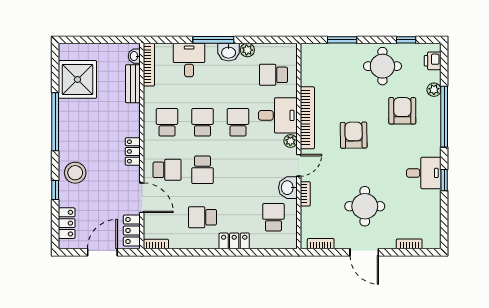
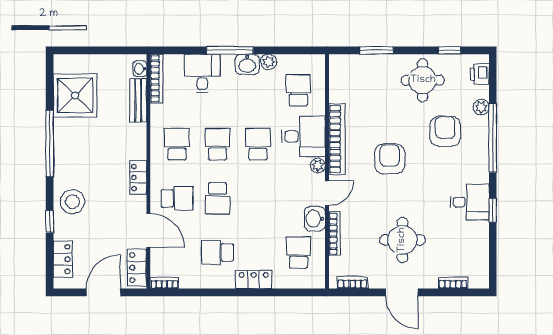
school desk: (273, 75) -> (298, 90), turned 90
bookcase: (305, 194) -> (335, 234), width x1.56

